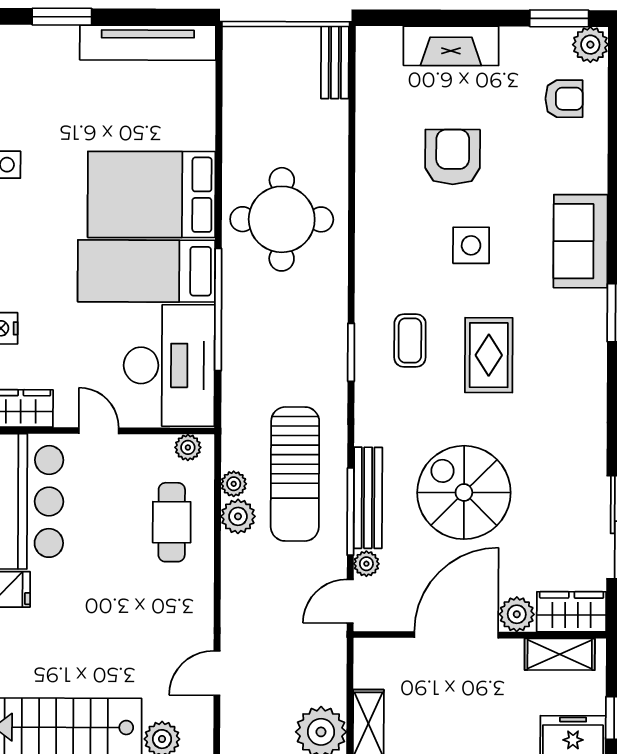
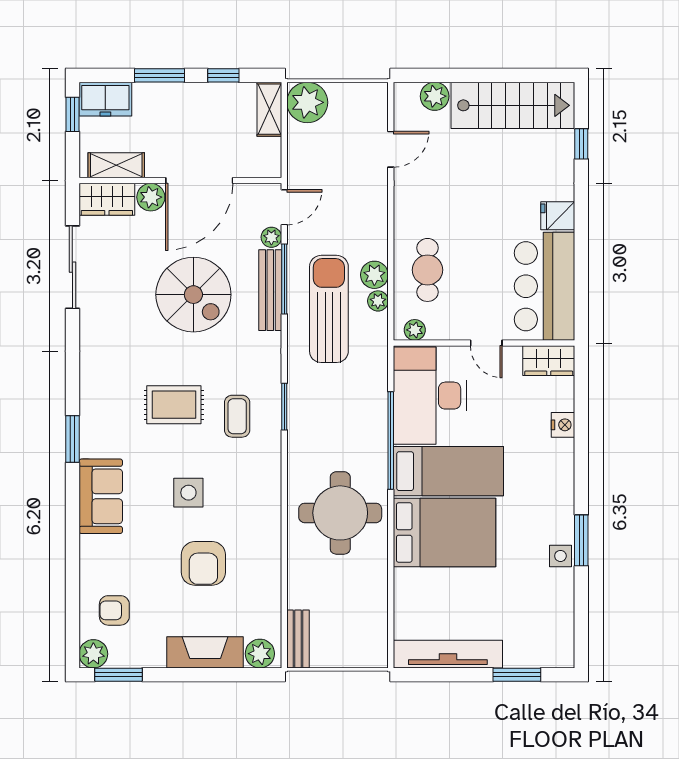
plant: (383, 44) -> (260, 654), added
rug: (489, 355) -> (174, 405), turned 90

